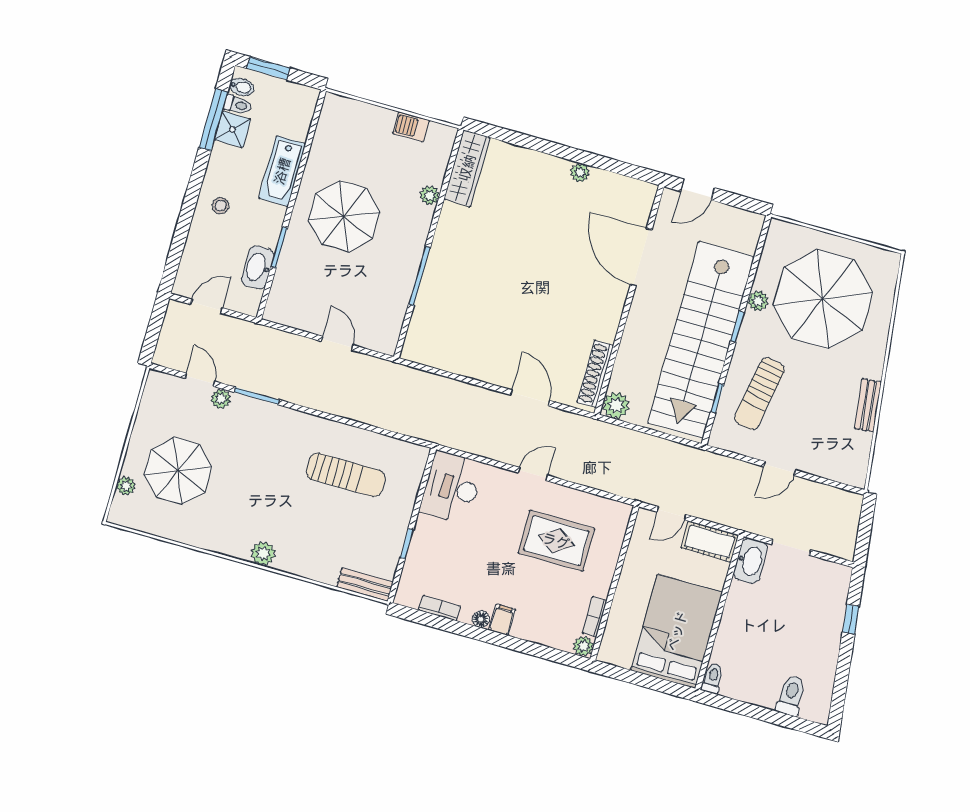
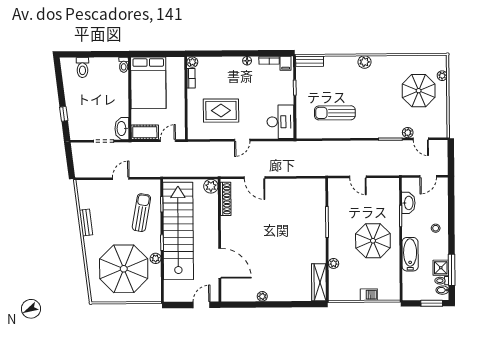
barbecue: (411, 127) -> (369, 295), moved
filing cabinet: (502, 620) -> (286, 63), moved

